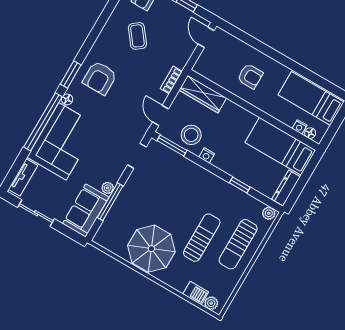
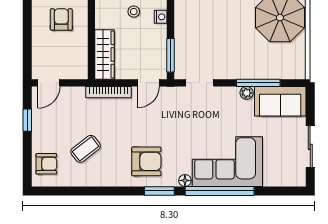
bookcase: (171, 80) -> (109, 92), width x1.56
stool: (191, 135) -> (134, 12), moved, width x0.53, depth x0.53
tv unit: (23, 177) -> (283, 179), removed

